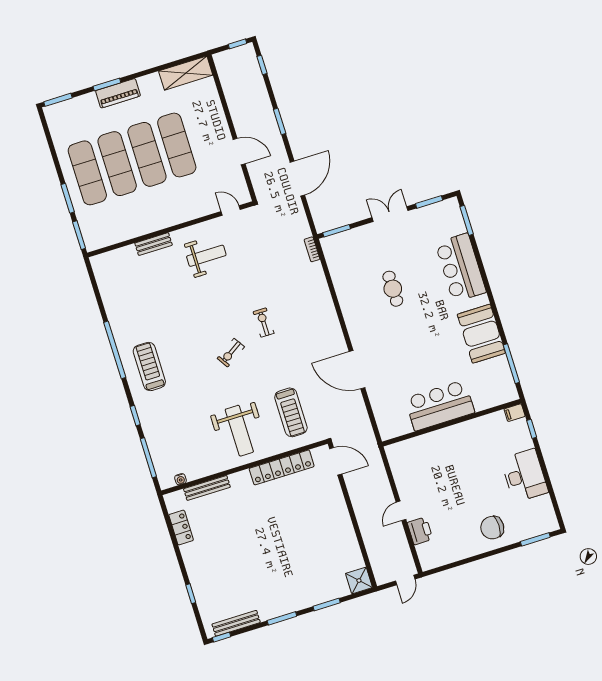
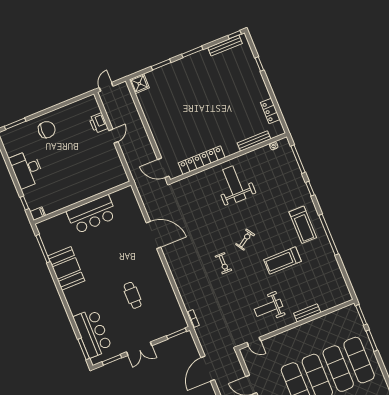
bar counter: (461, 268) -> (93, 333), moved
treadmill: (291, 412) -> (283, 260), moved, turned -90

